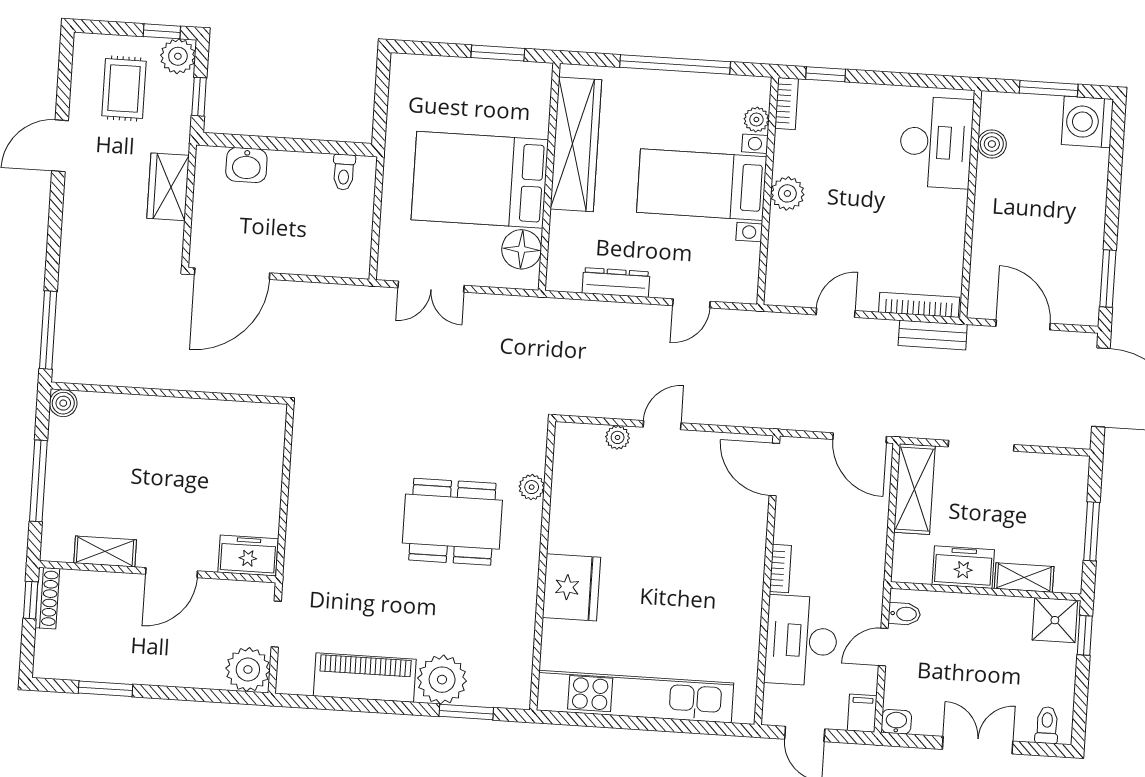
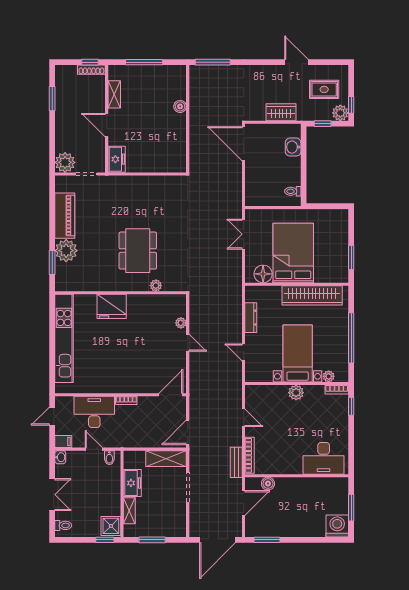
boiler: (992, 144) -> (268, 484), moved
boiler: (63, 403) -> (180, 106), moved

